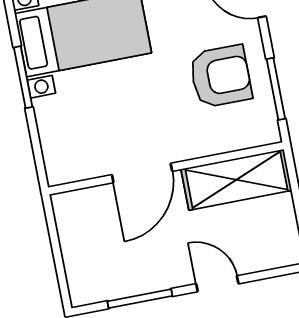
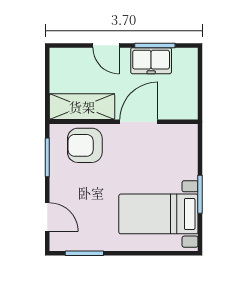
armchair: (221, 76) -> (85, 145), moved
freezer: (141, 273) -> (151, 61), added

